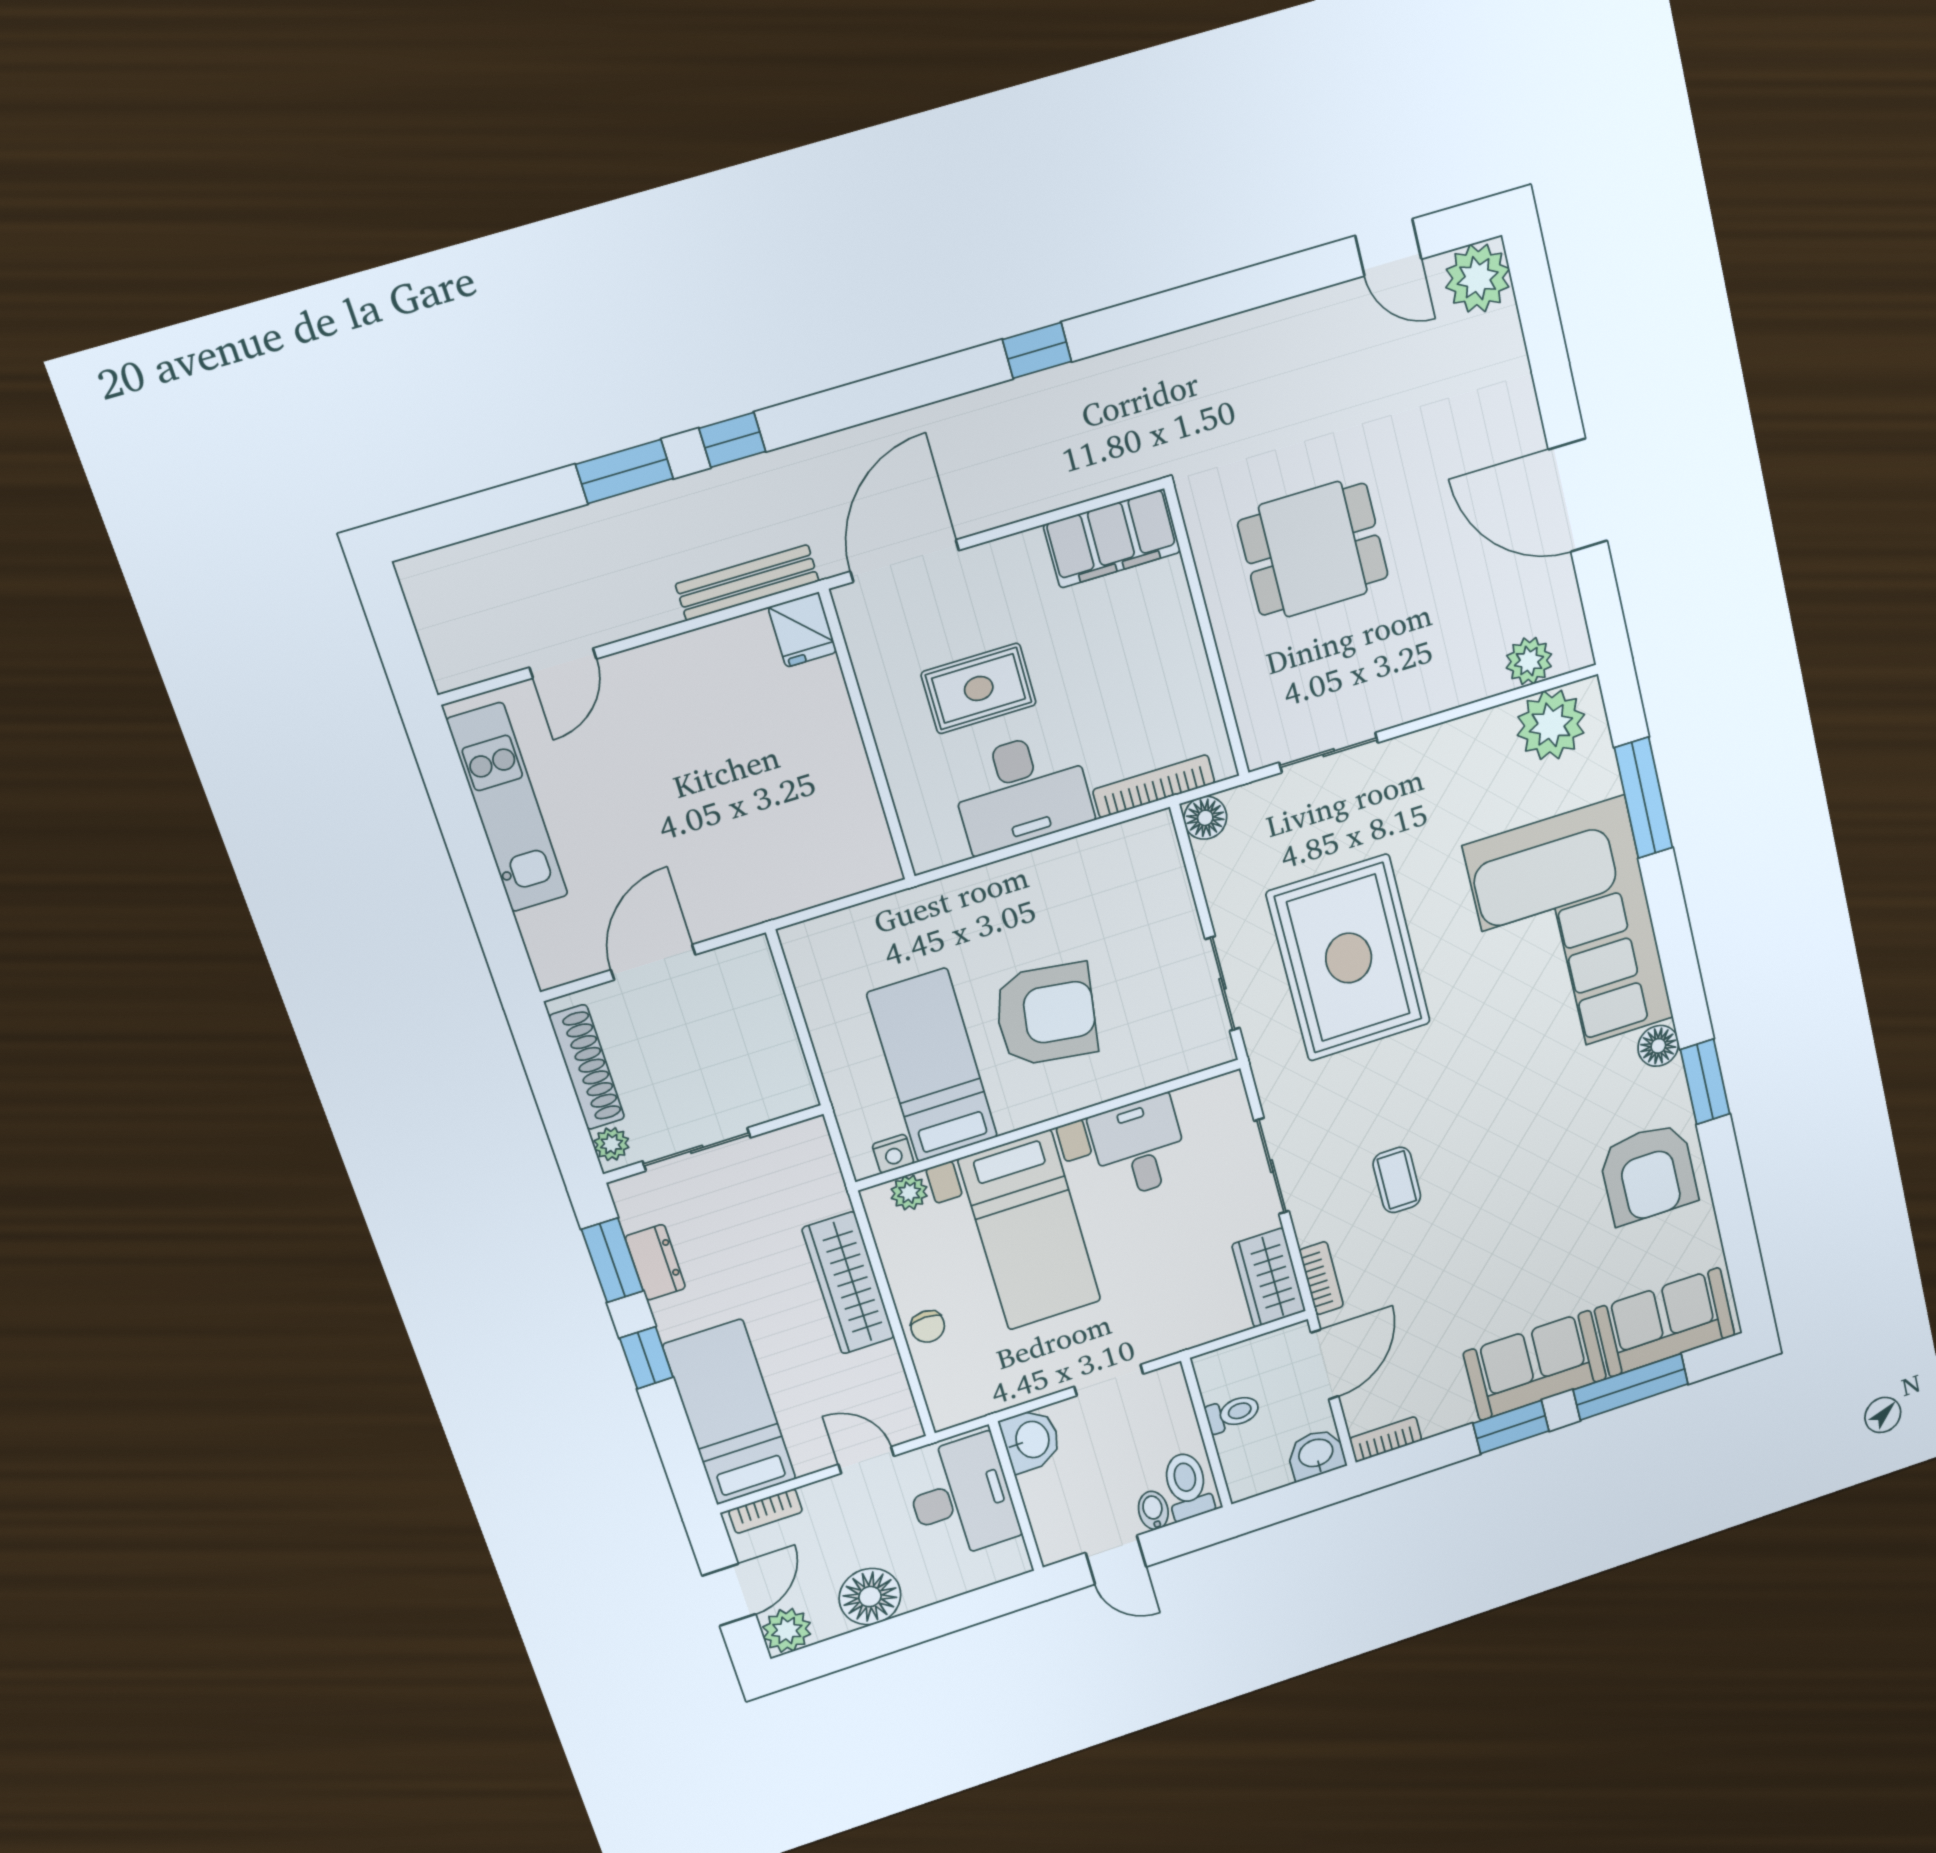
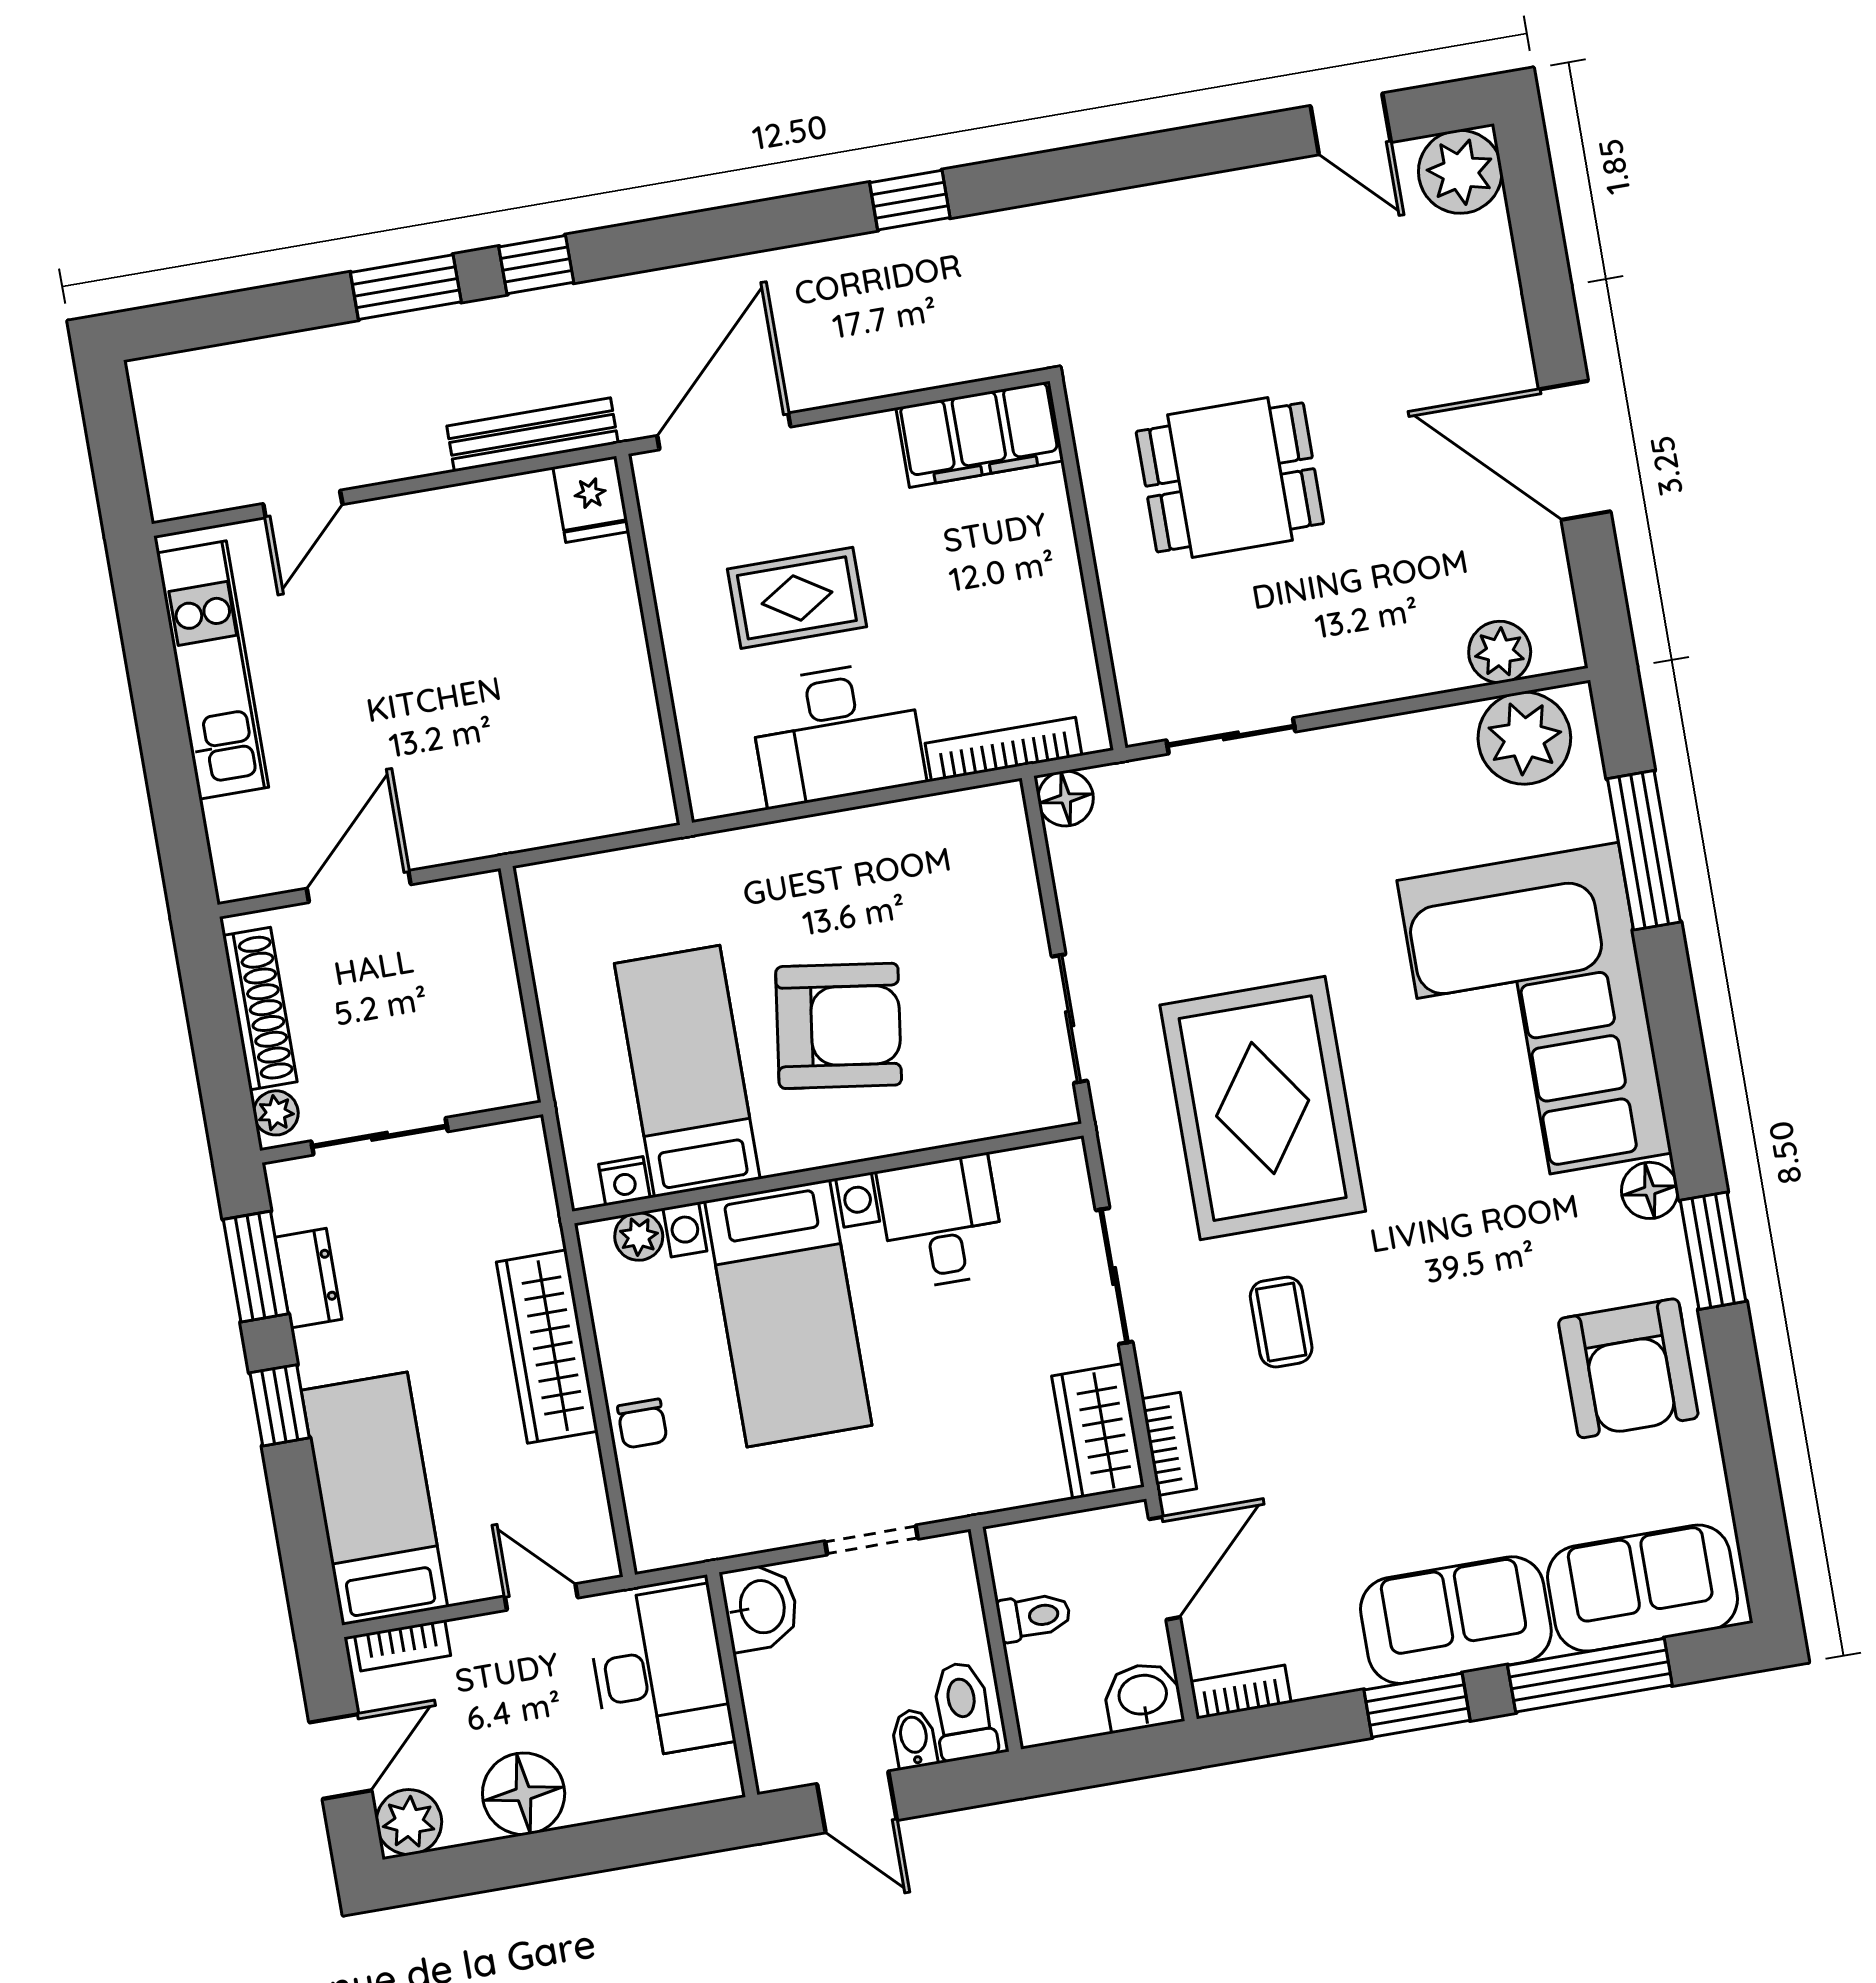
rug: (1349, 958) -> (1263, 1108), moved

